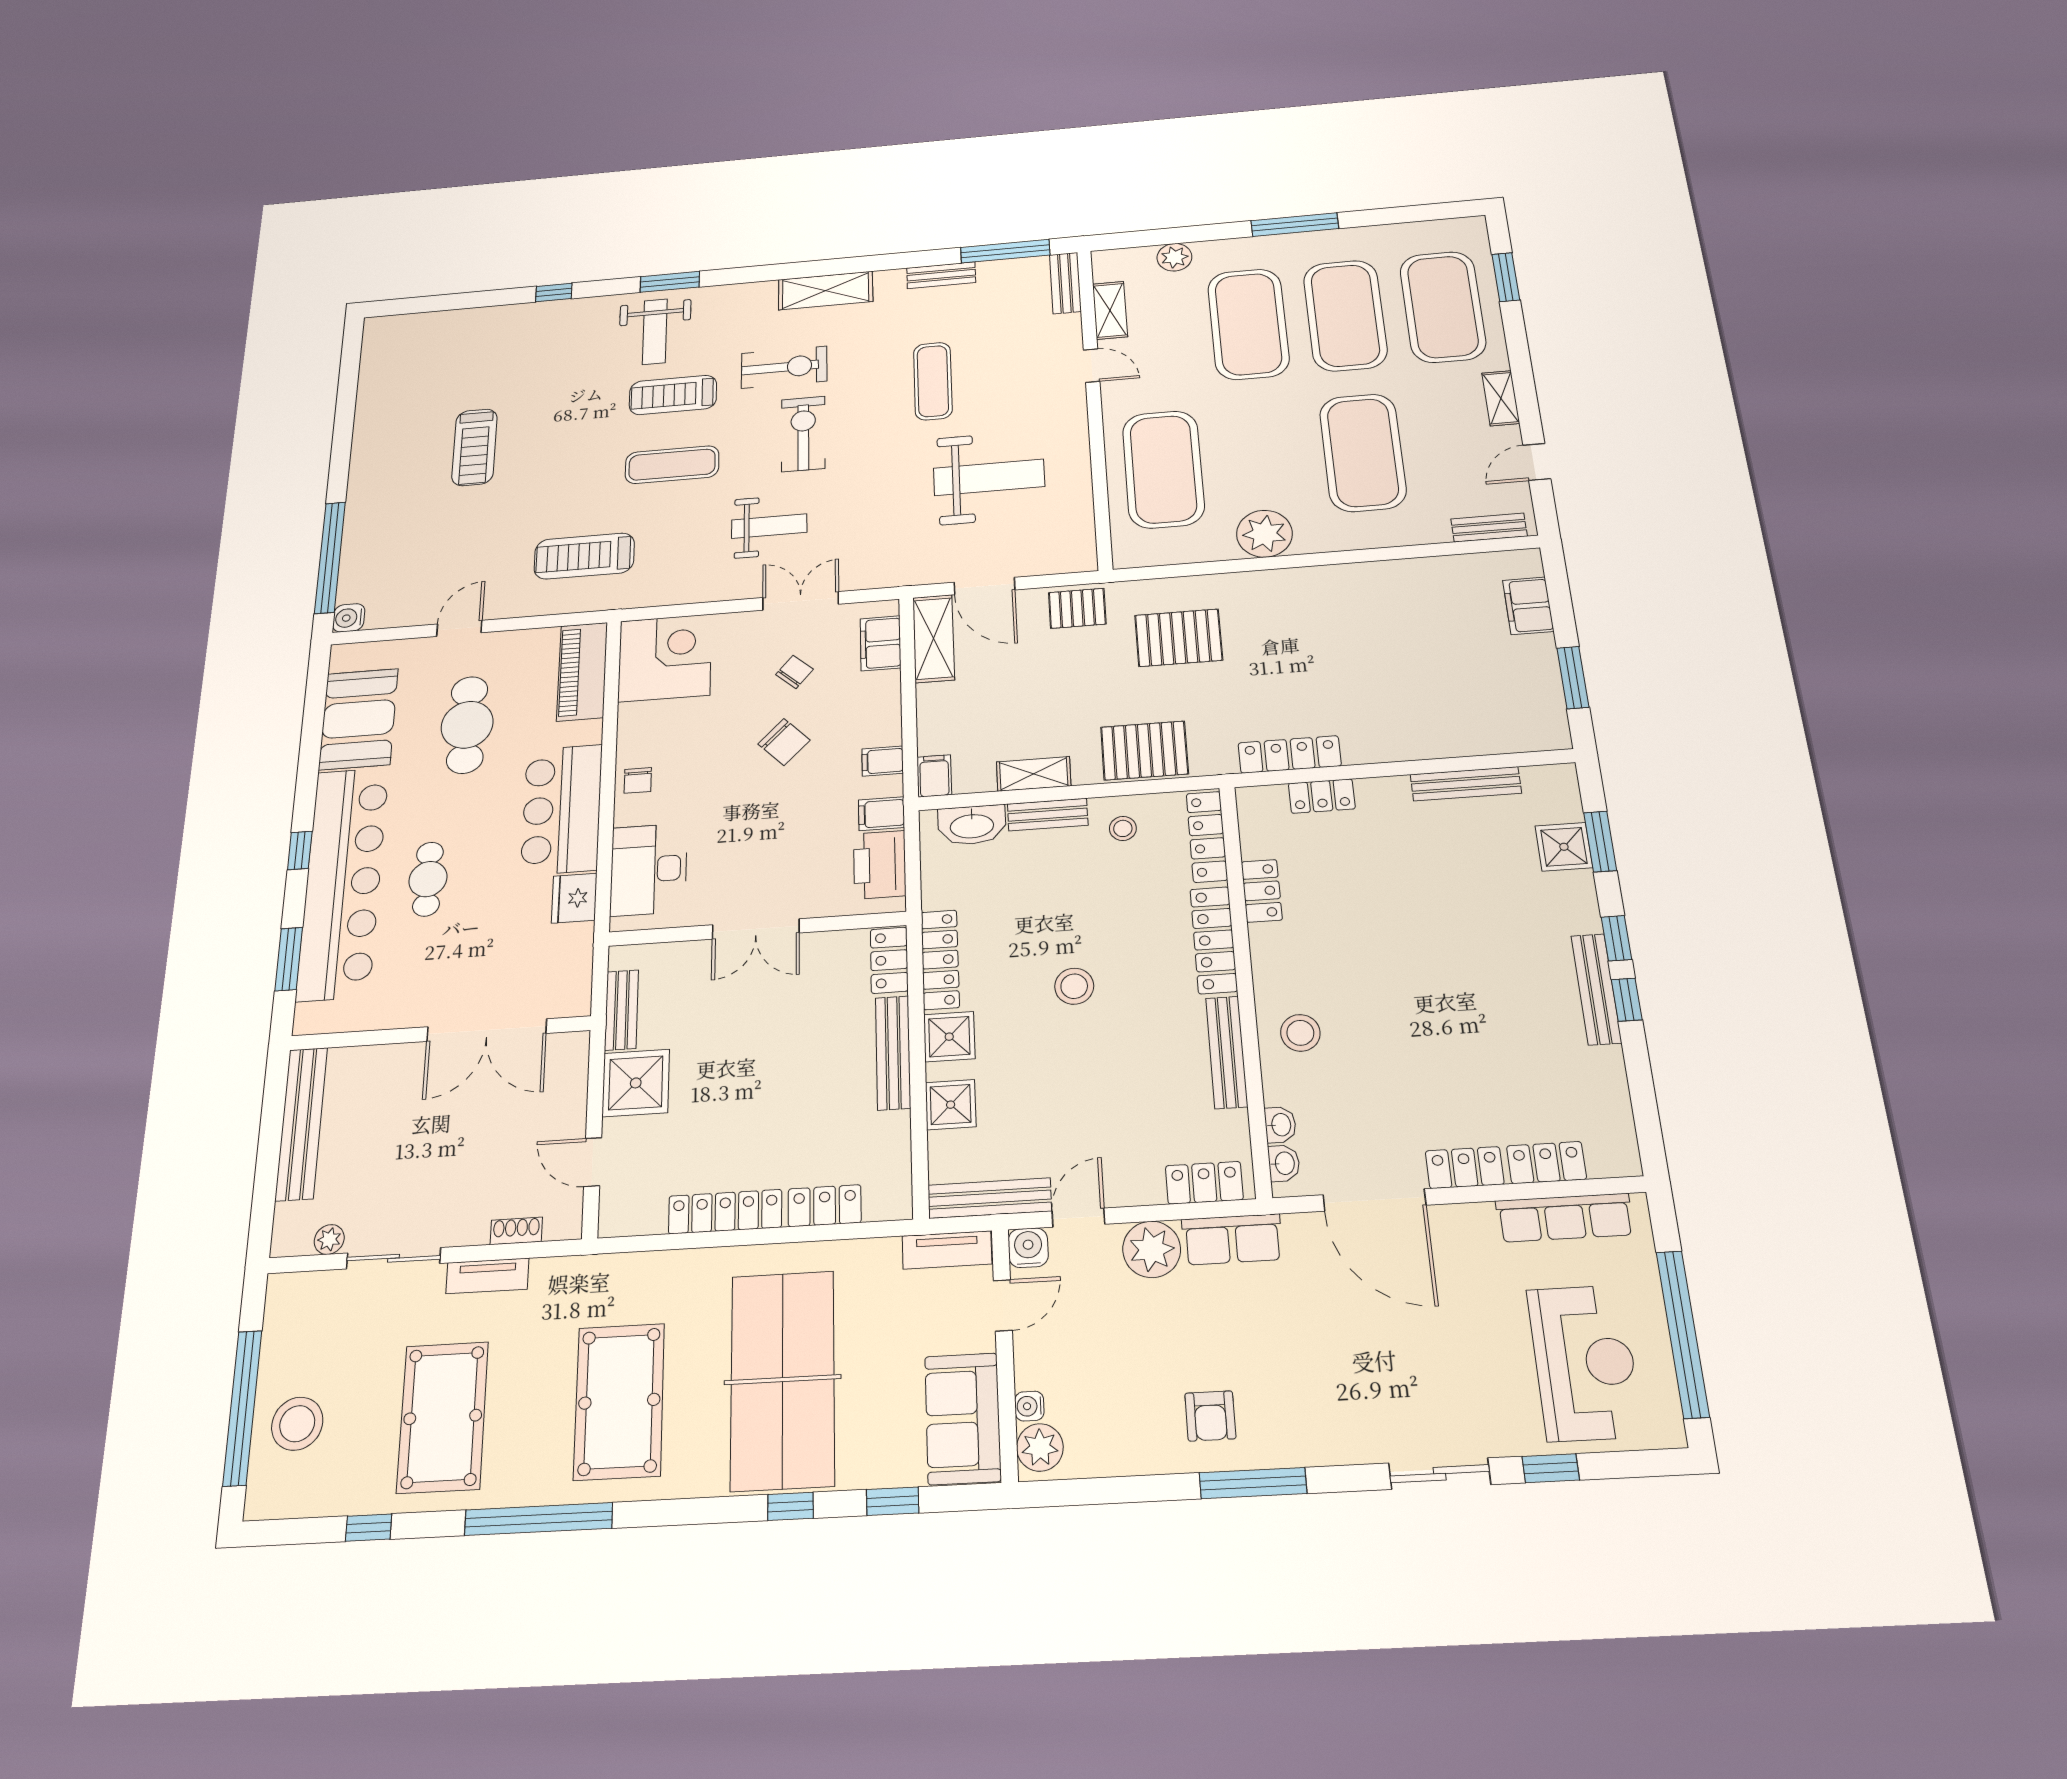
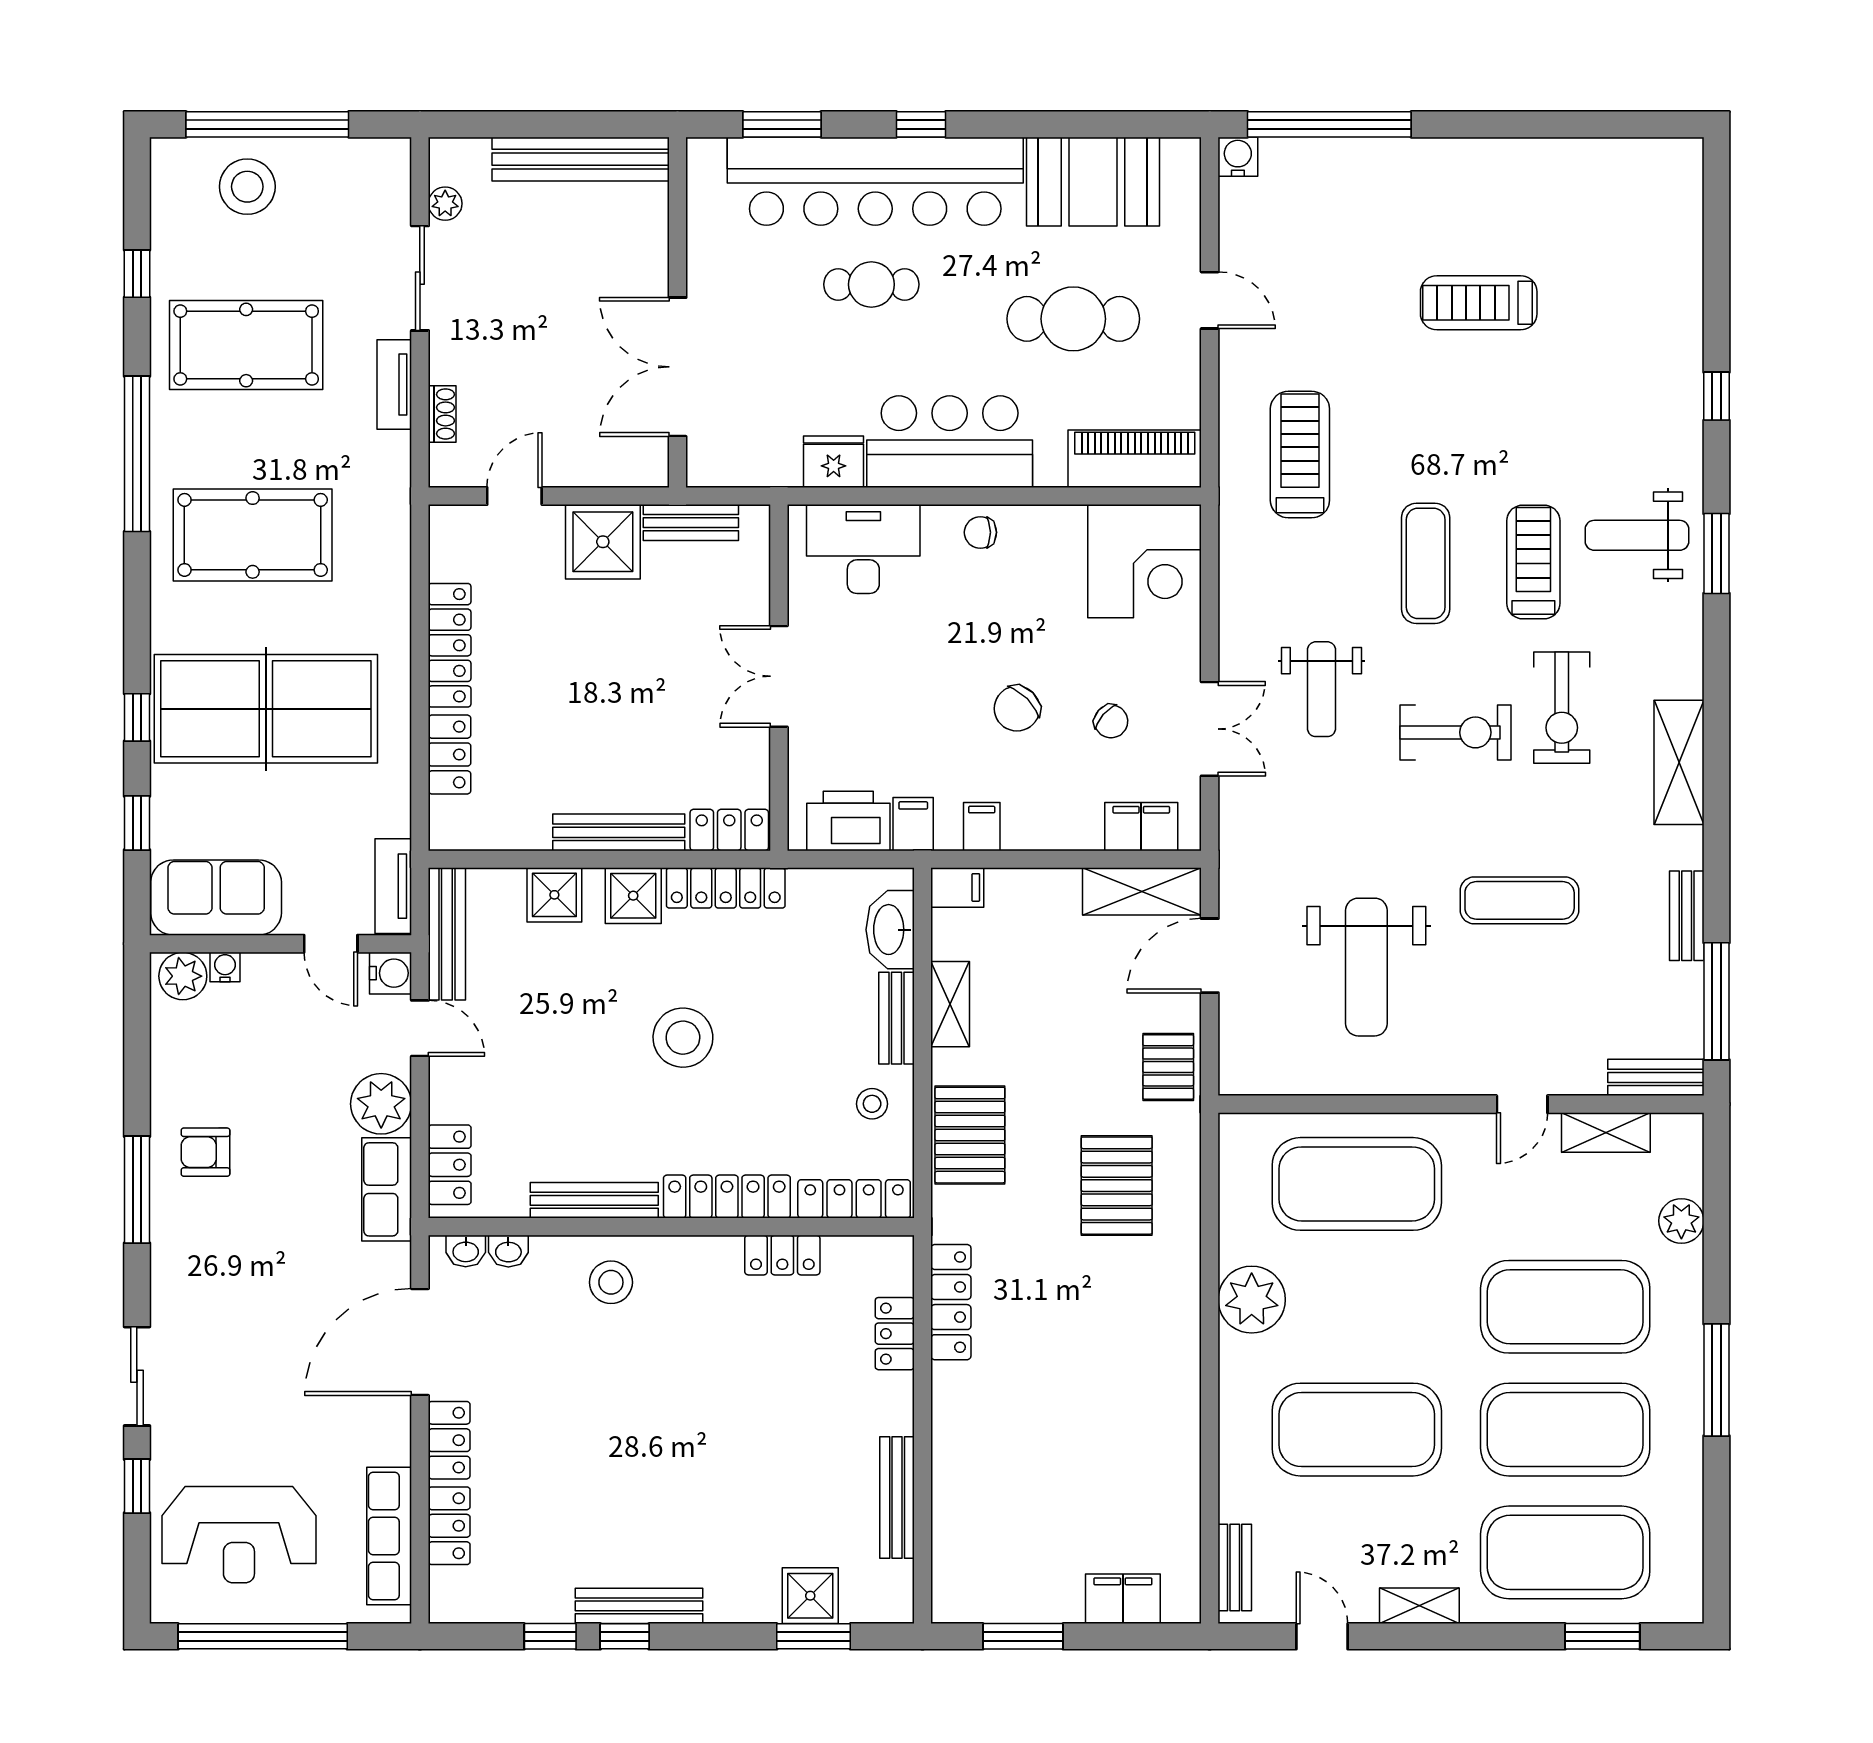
window: (1616, 938) -> (550, 1636), moved
stool: (1074, 986) -> (683, 1038), width x1.38, depth x1.38

